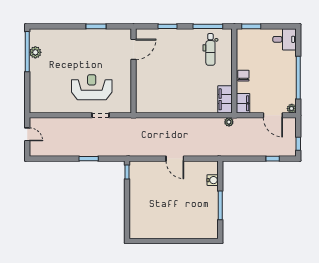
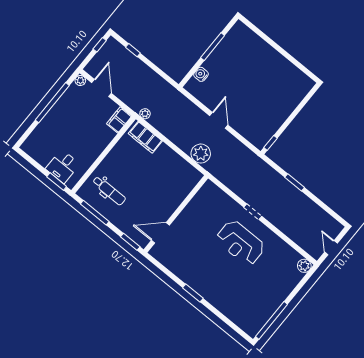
desk: (285, 39) -> (63, 166), moved, turned -90
door: (134, 49) -> (160, 233), moved
dental chair: (210, 49) -> (109, 191), turned 90
plant: (35, 52) -> (304, 266), moved
wall: (134, 71) -> (176, 214), moved
chair: (243, 76) -> (99, 144), removed
filing cabinet: (225, 99) -> (145, 137), moved, turned 90
plant: (169, 126) -> (201, 154), added

